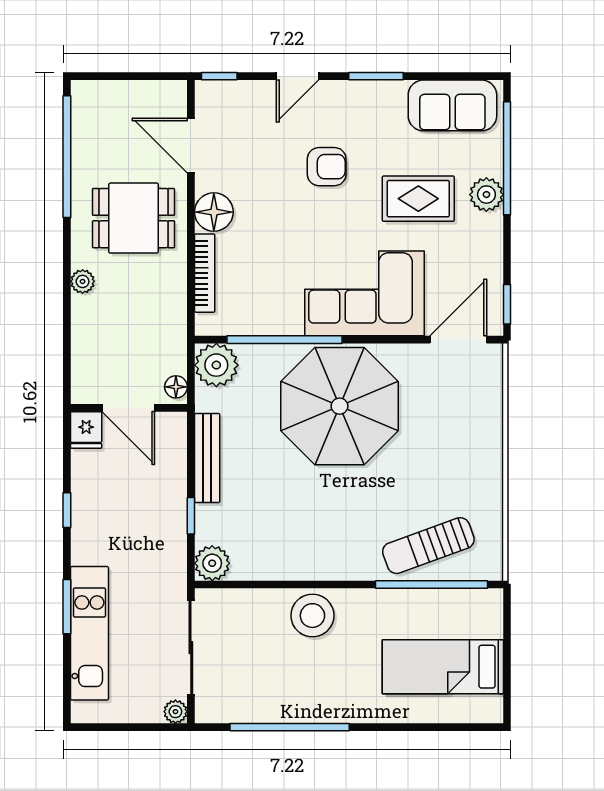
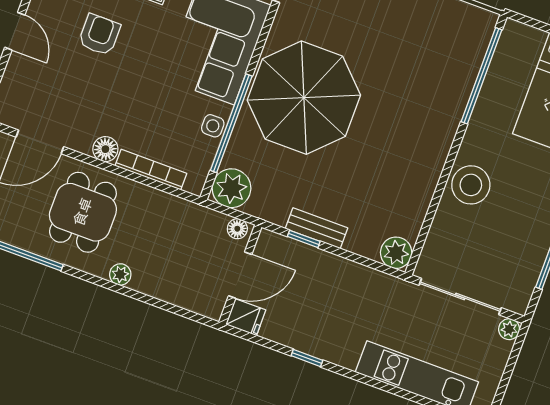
floor lamp: (214, 212) -> (105, 149), width x0.73, depth x0.73
side table: (275, 321) -> (213, 126), added
bench: (207, 458) -> (316, 228), width x0.73
window: (191, 516) -> (304, 239), moved
sun lounger: (428, 546) -> (448, 66), removed
window: (67, 607) -> (388, 388), removed

